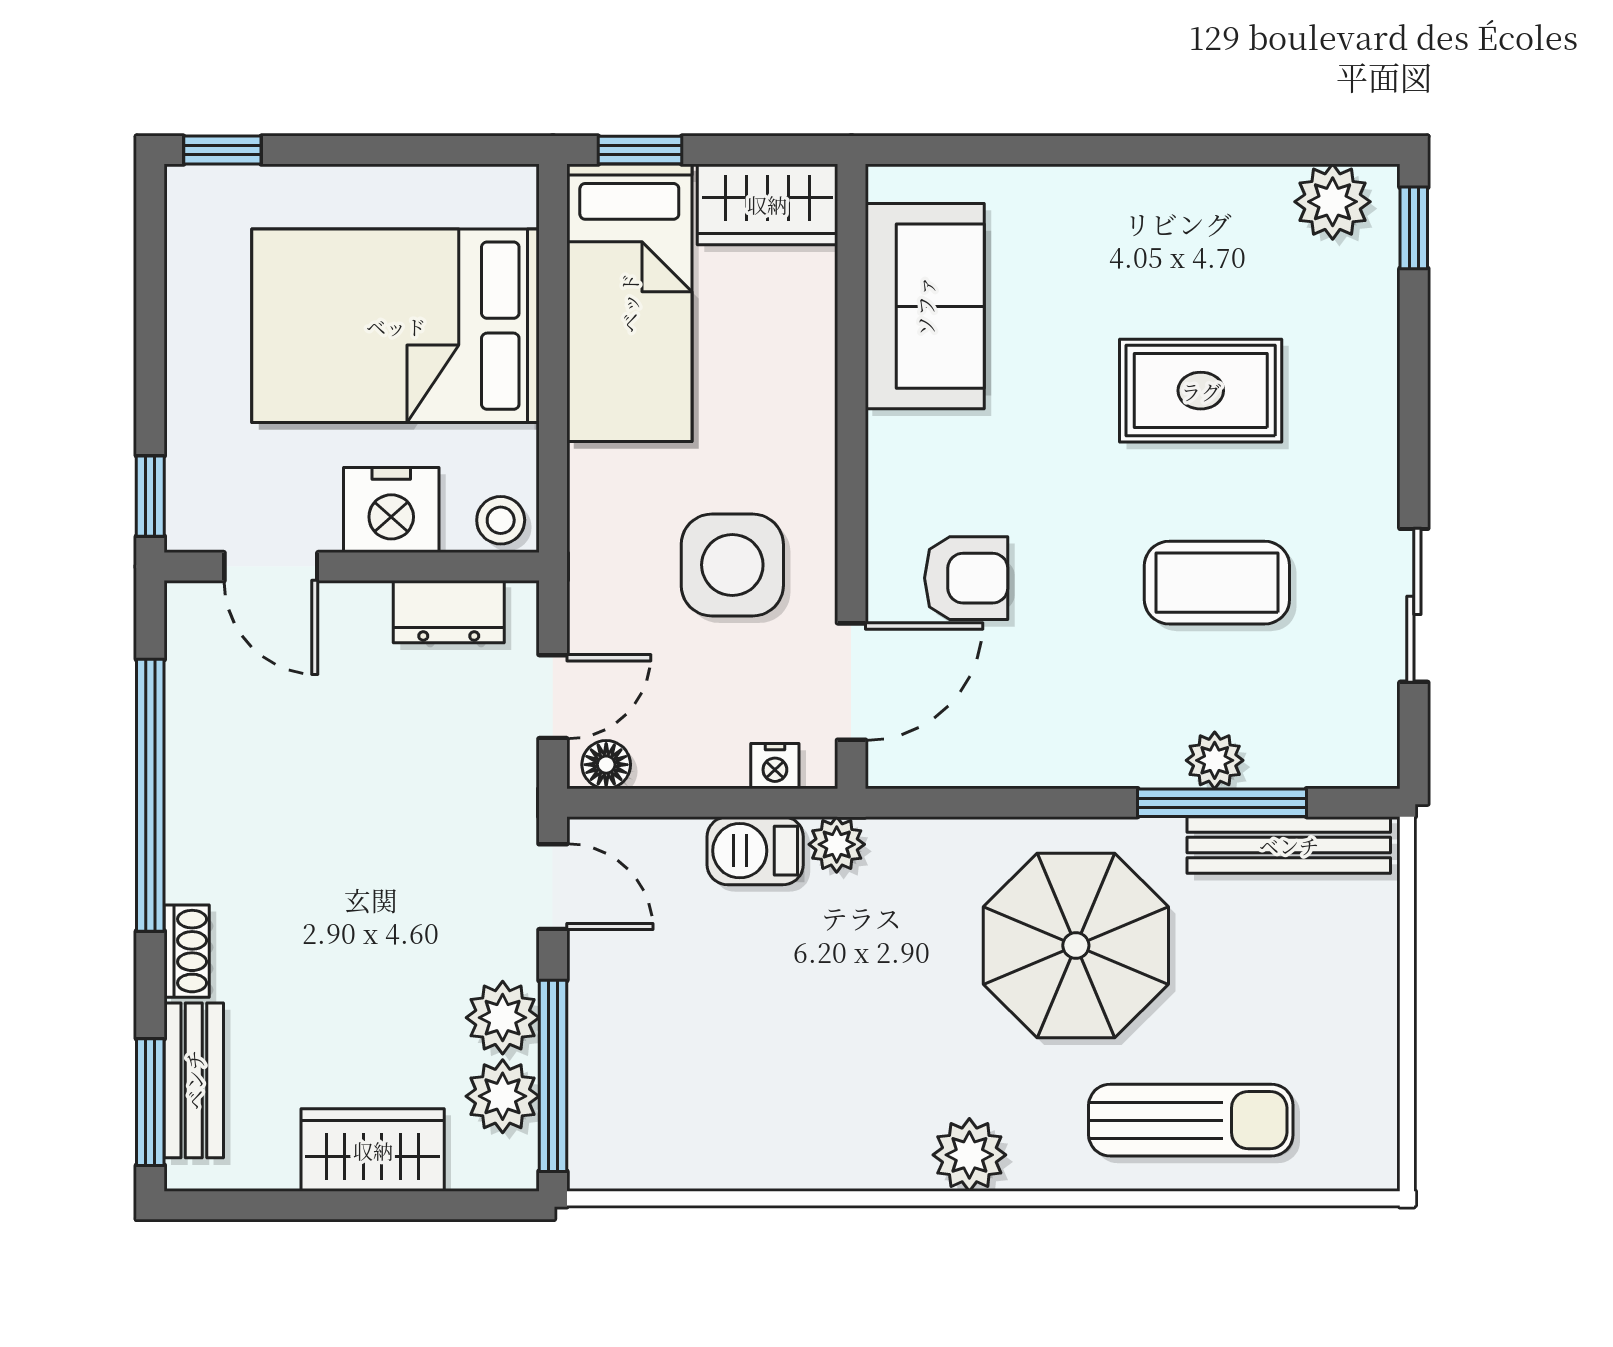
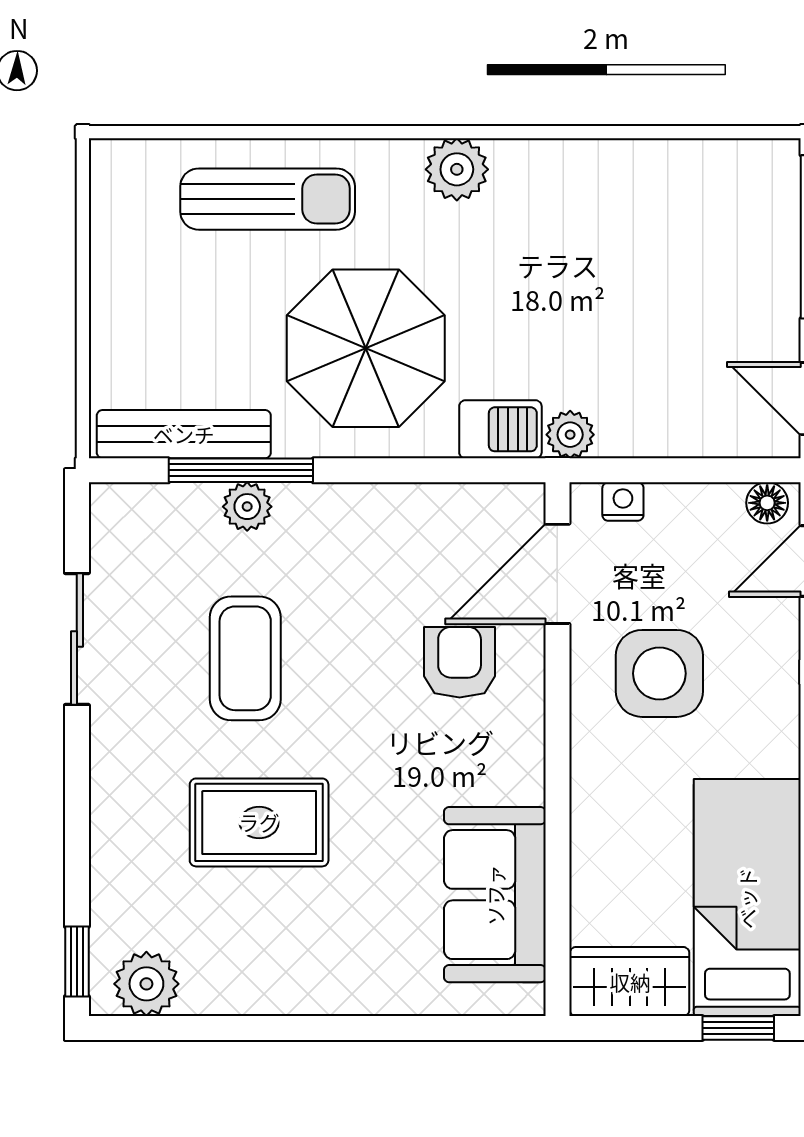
armchair: (966, 578) -> (460, 662), turned 90
coffee table: (1217, 583) -> (245, 658), turned 90
barbecue: (755, 851) -> (500, 429), moved
sun lounger: (1191, 1120) -> (268, 199), turned 180

